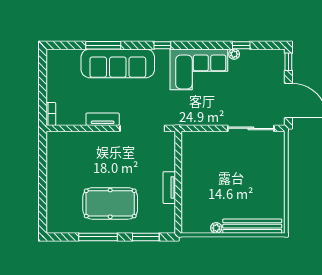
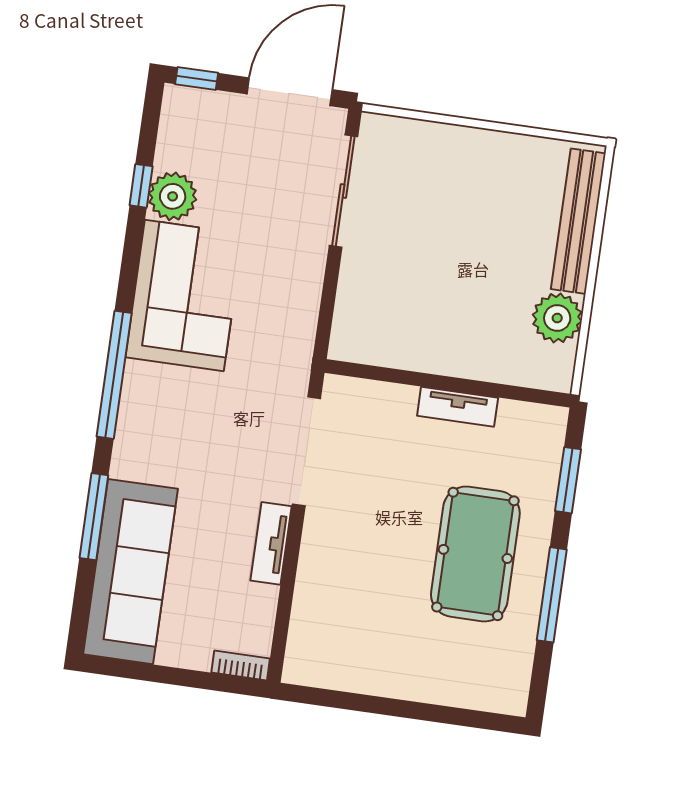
window: (162, 45) -> (114, 375), width x3.17
plant: (234, 54) -> (173, 196), width x1.87, depth x1.87
sofa: (118, 63) -> (130, 572), moved
plant: (216, 228) -> (557, 318), width x1.87, depth x1.87

